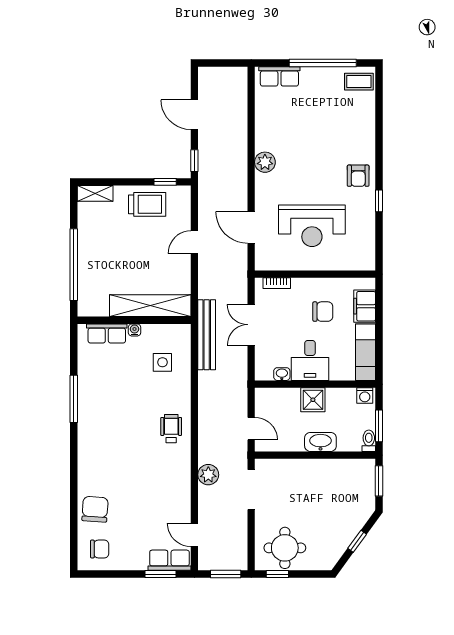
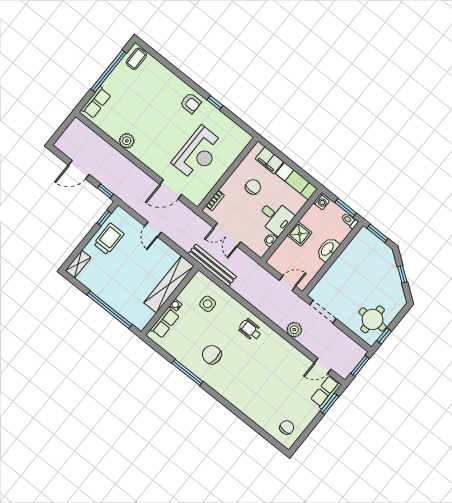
plant: (265, 162) -> (127, 141), moved
chair: (95, 509) -> (212, 355), moved

